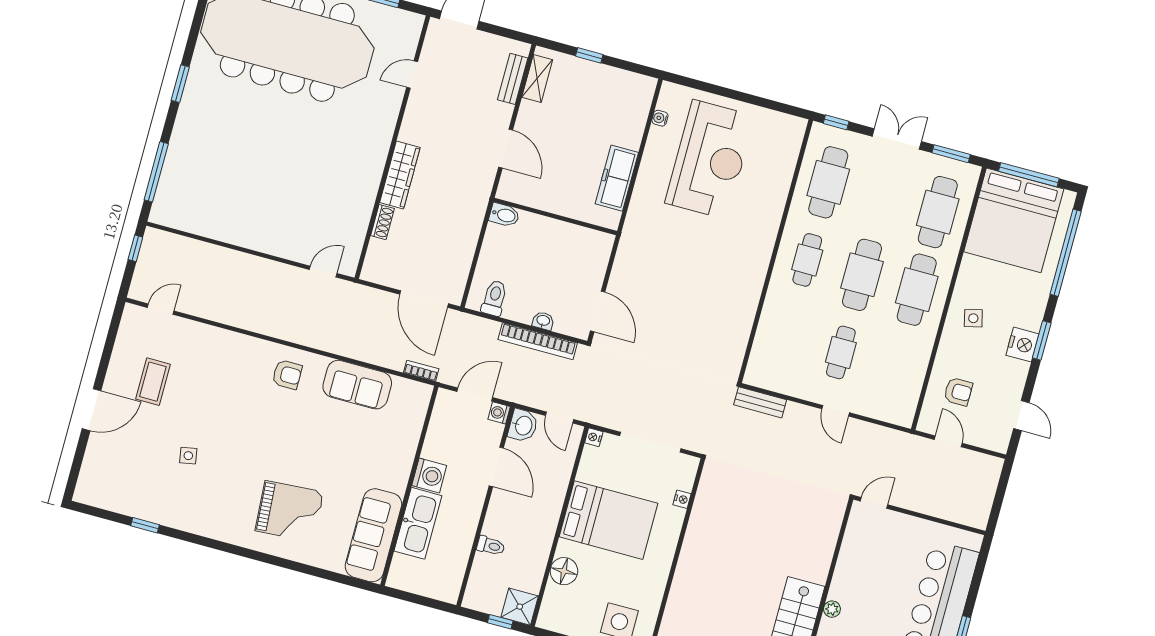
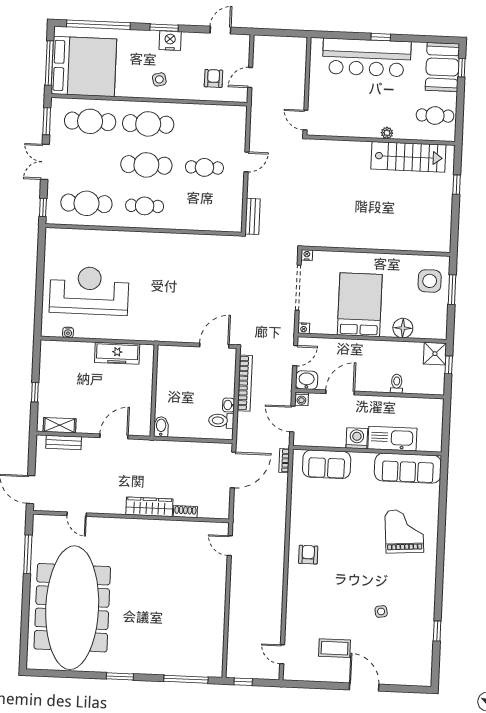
washbasin: (543, 321) -> (229, 405), moved
sofa: (357, 385) -> (327, 464), moved, turned 90
nightstand: (682, 499) -> (307, 255), moved

